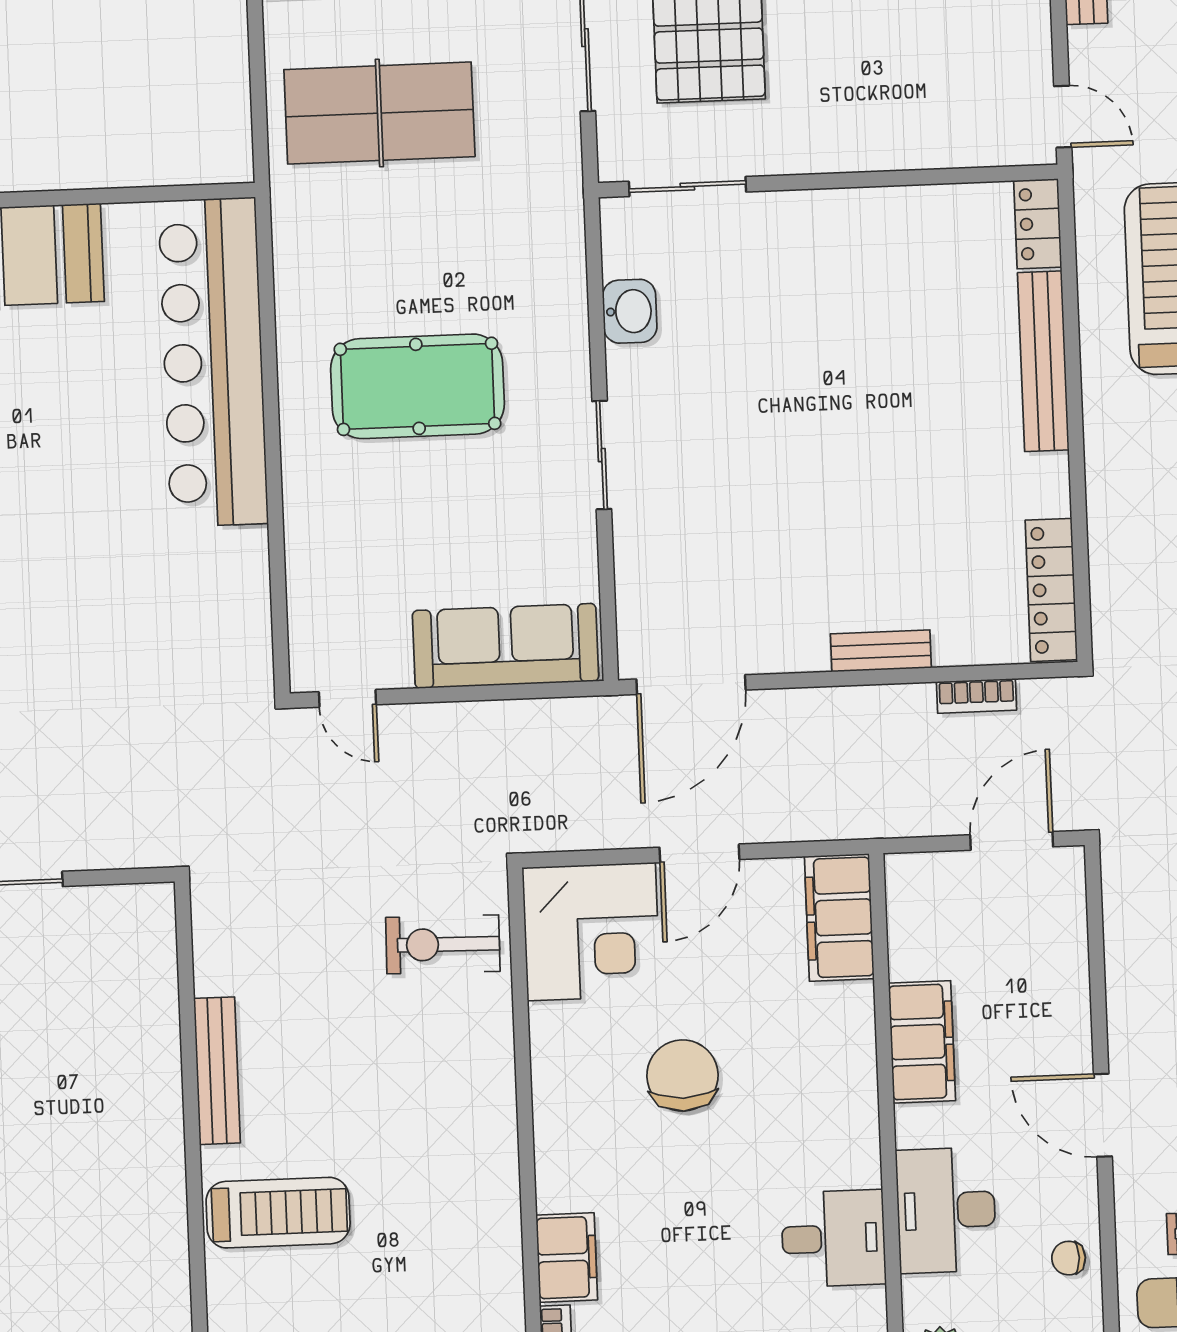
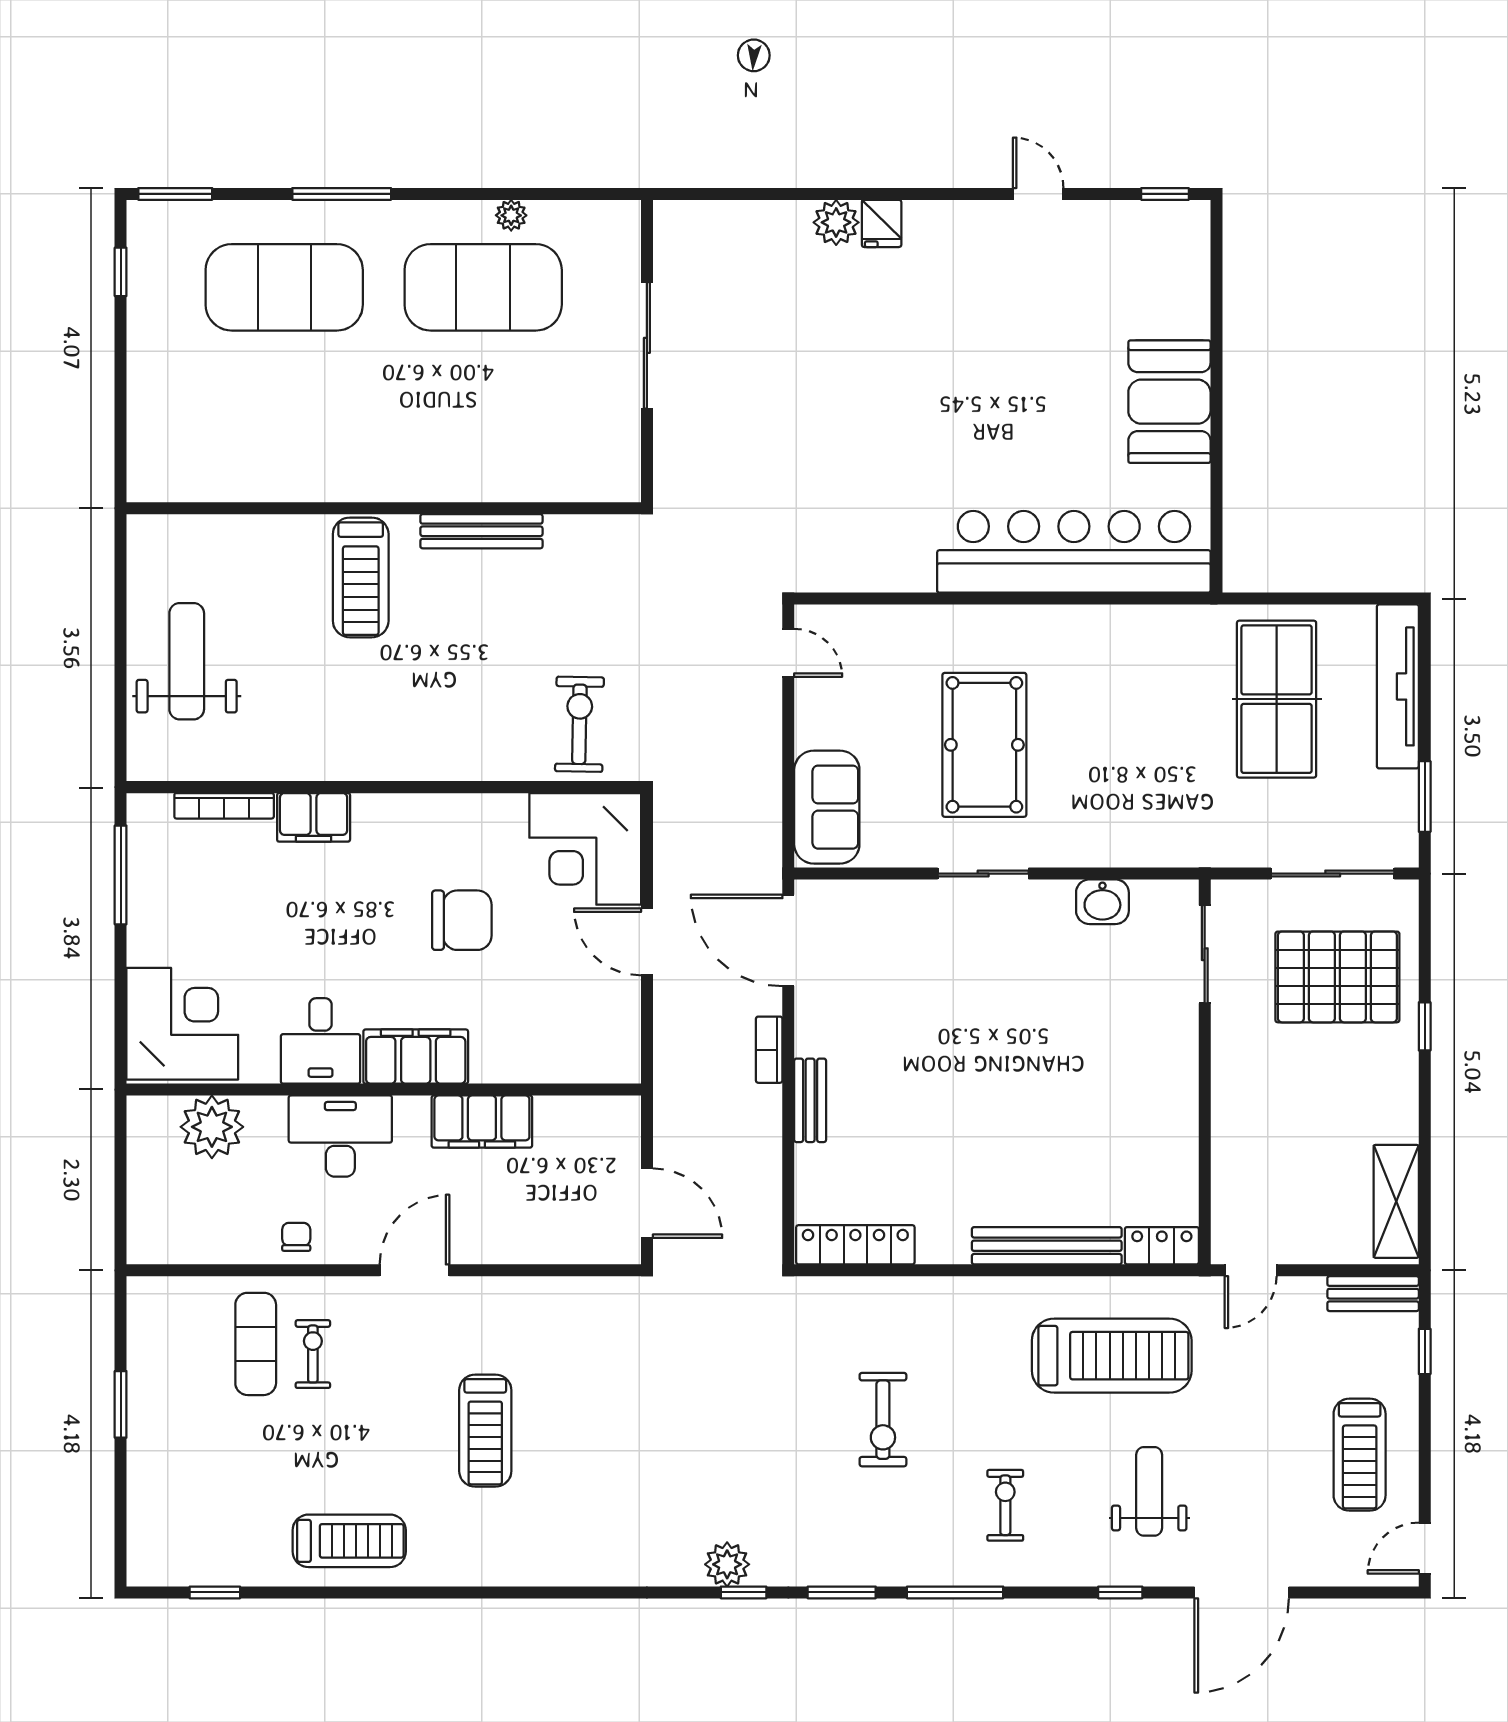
pool table: (417, 386) -> (984, 745), moved
sofa: (506, 646) -> (827, 807), width x0.73
bookcase: (976, 696) -> (769, 1050), moved
door: (348, 698) -> (788, 653), swing flipped
filing cabinet: (839, 917) -> (416, 1057), moved

